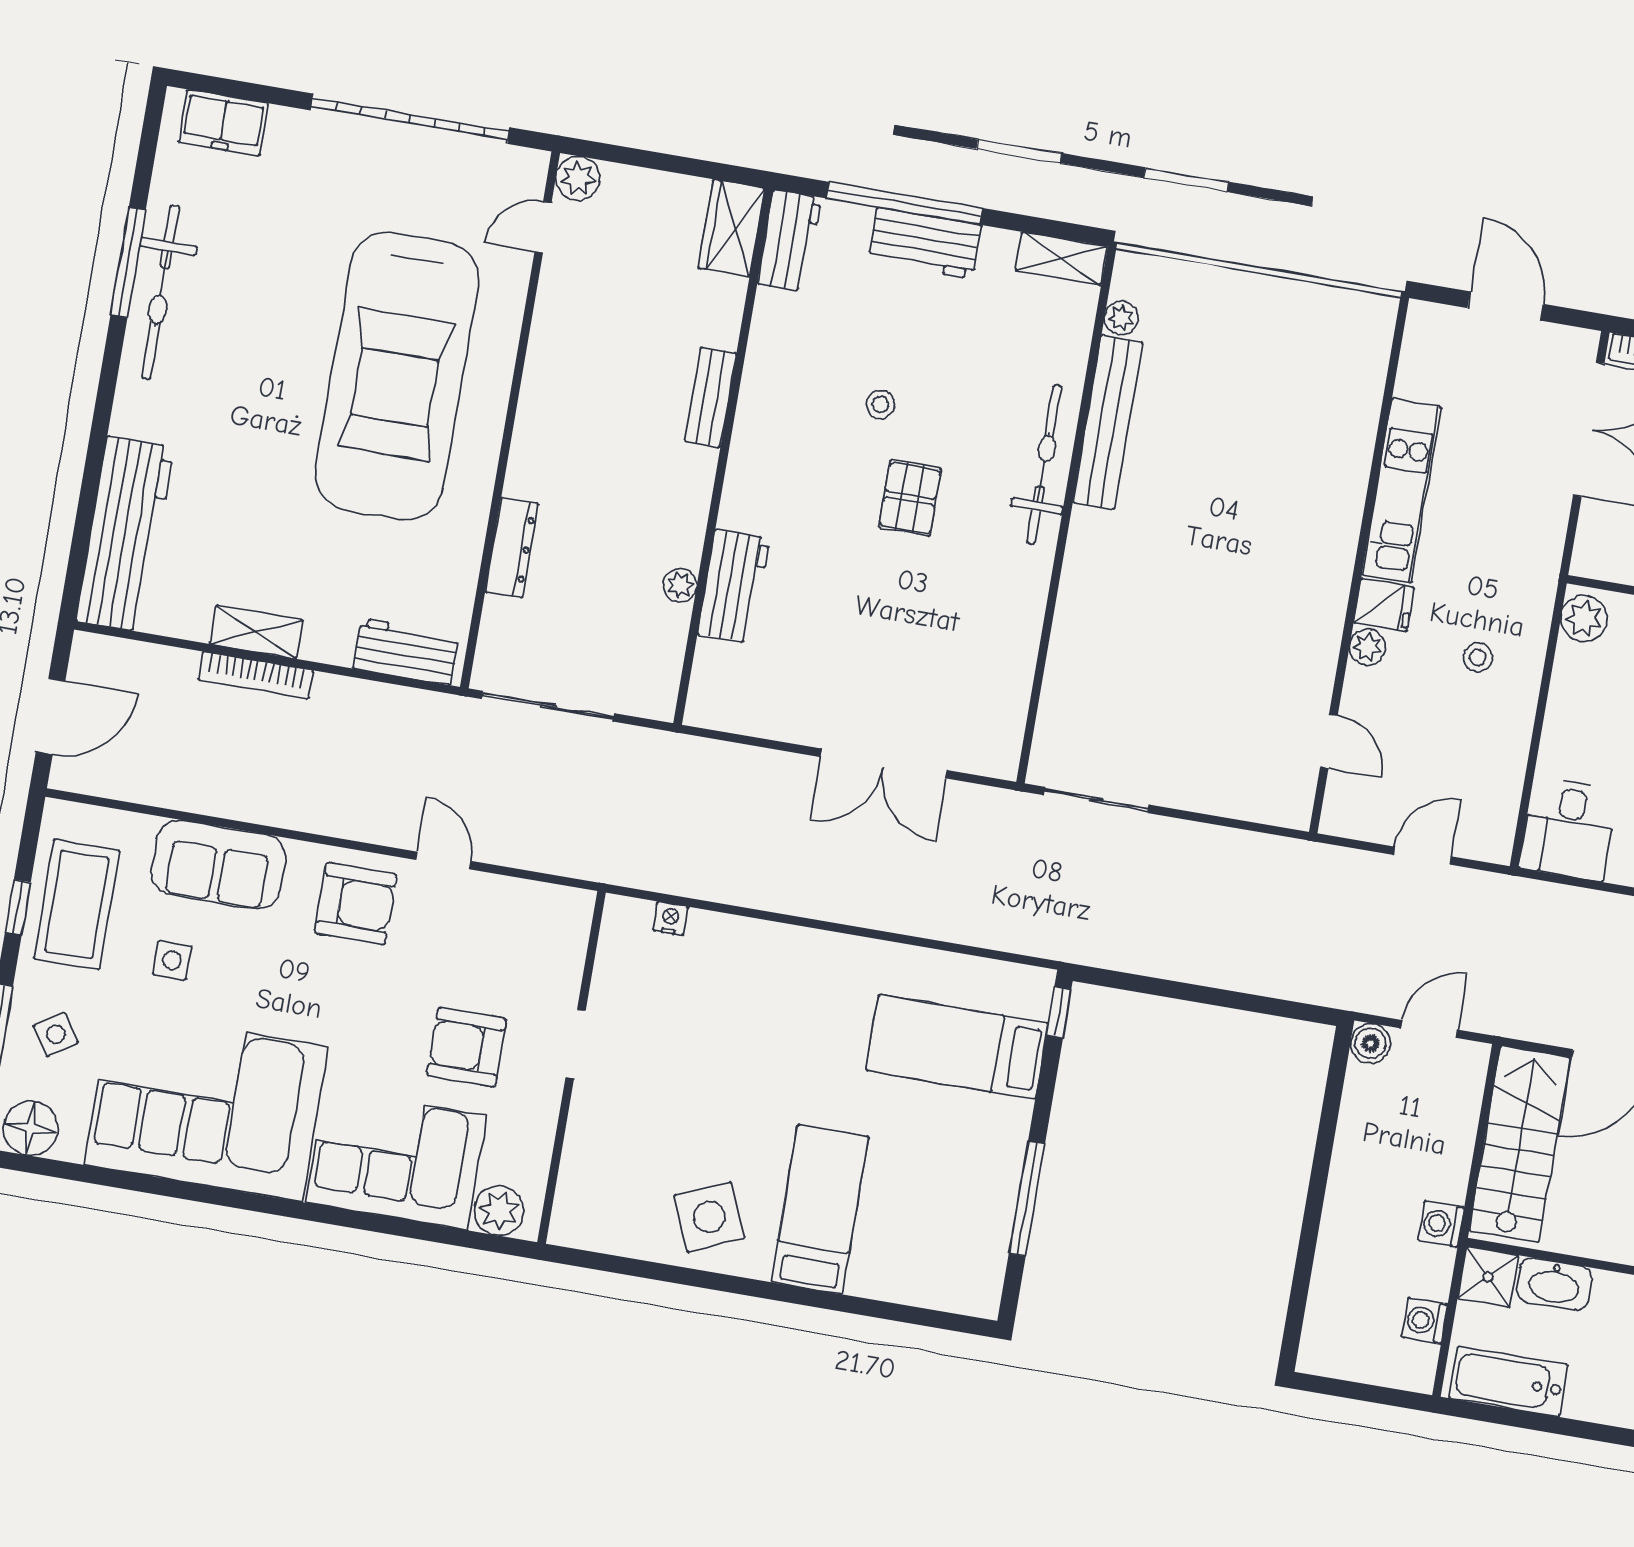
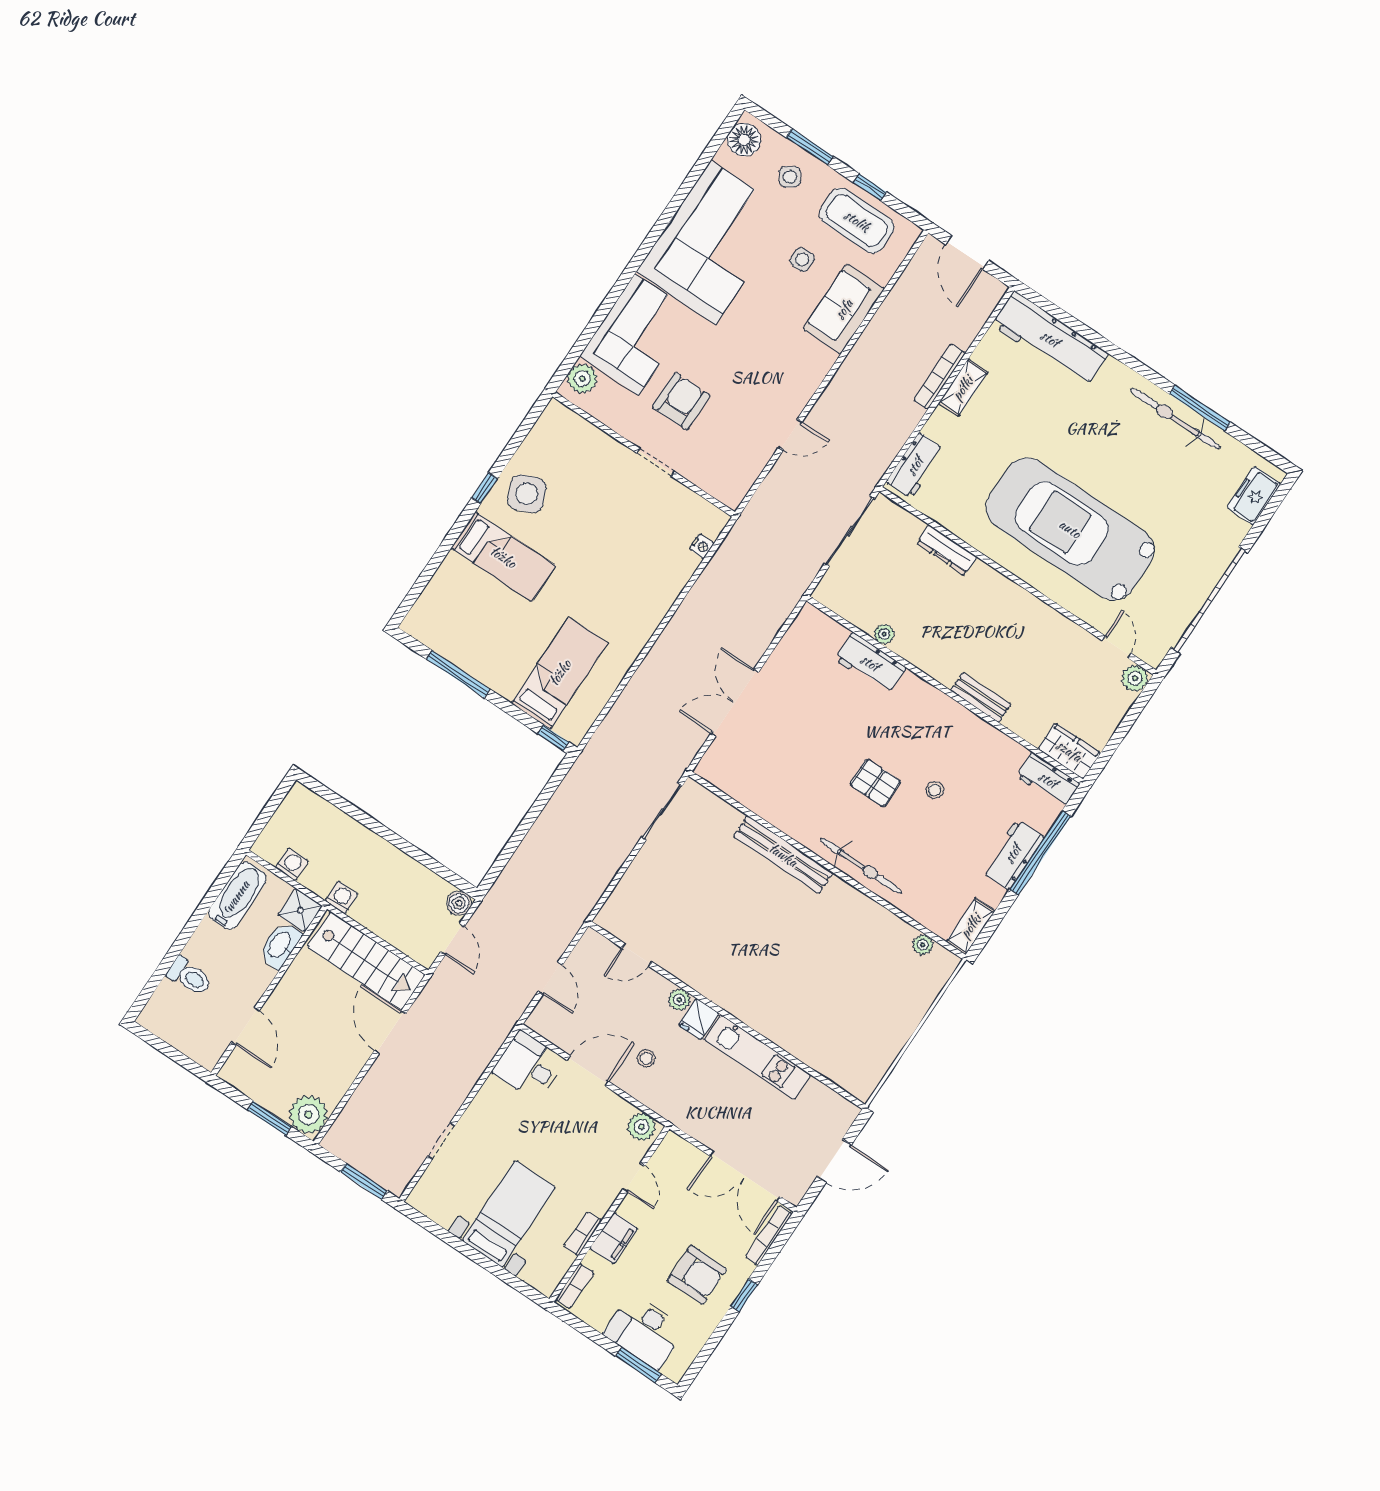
bench: (1108, 422) -> (783, 855), moved
door: (1536, 737) -> (588, 1071), added
armchair: (356, 904) -> (788, 375), removed
window: (729, 1284) -> (485, 488), added

